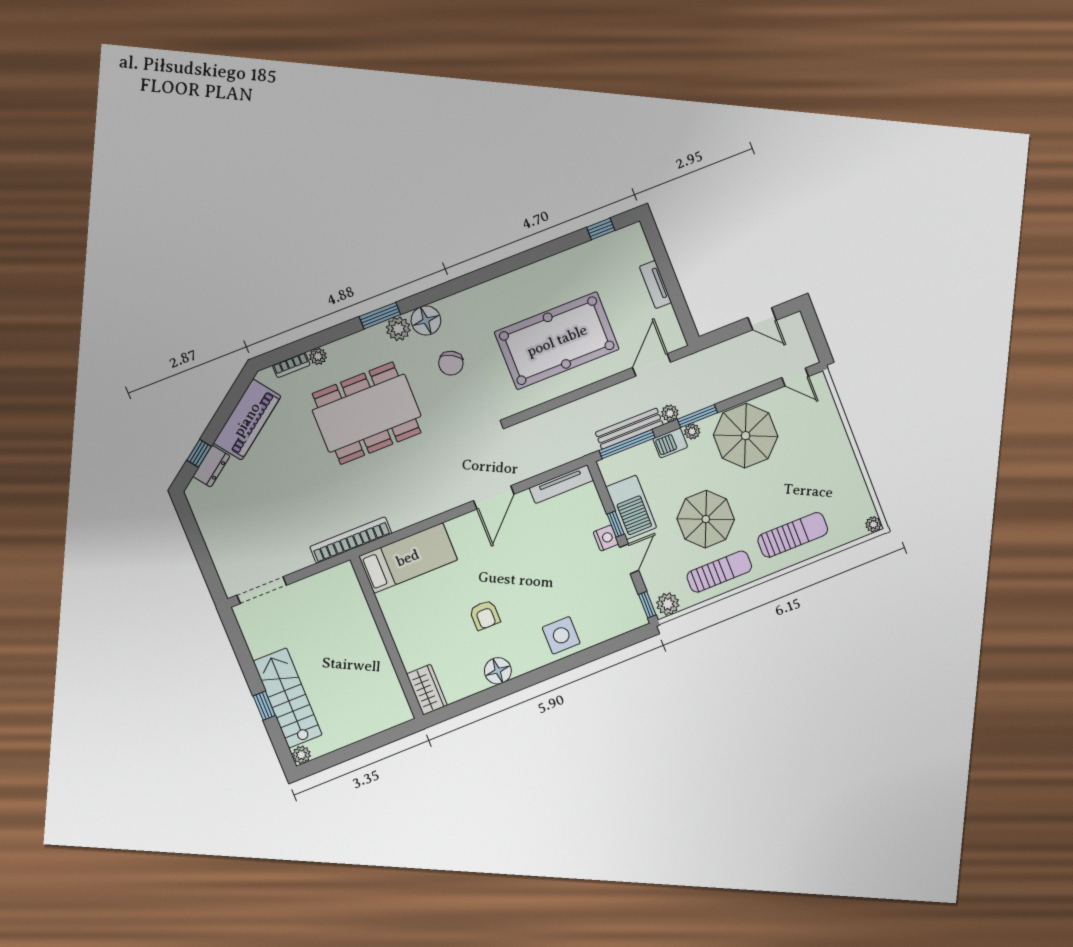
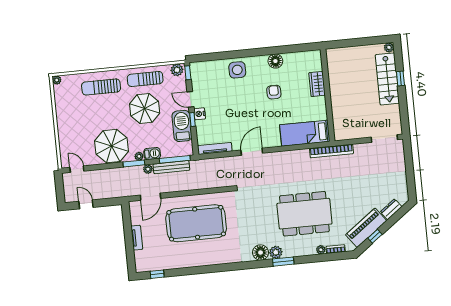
chair: (451, 363) -> (254, 227), removed
window: (199, 453) -> (375, 236), moved
door: (629, 559) -> (191, 99), hinge flipped
wardrobe: (427, 690) -> (317, 84), moved

